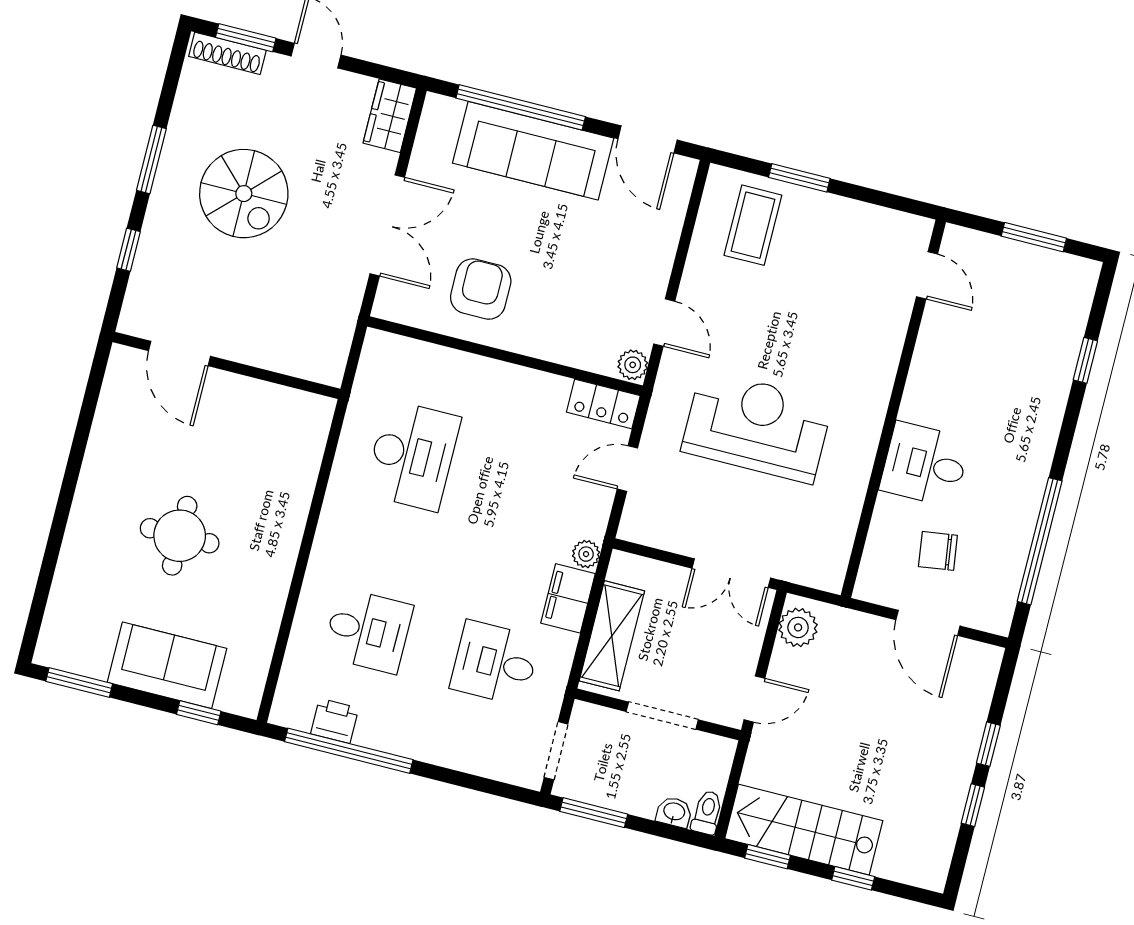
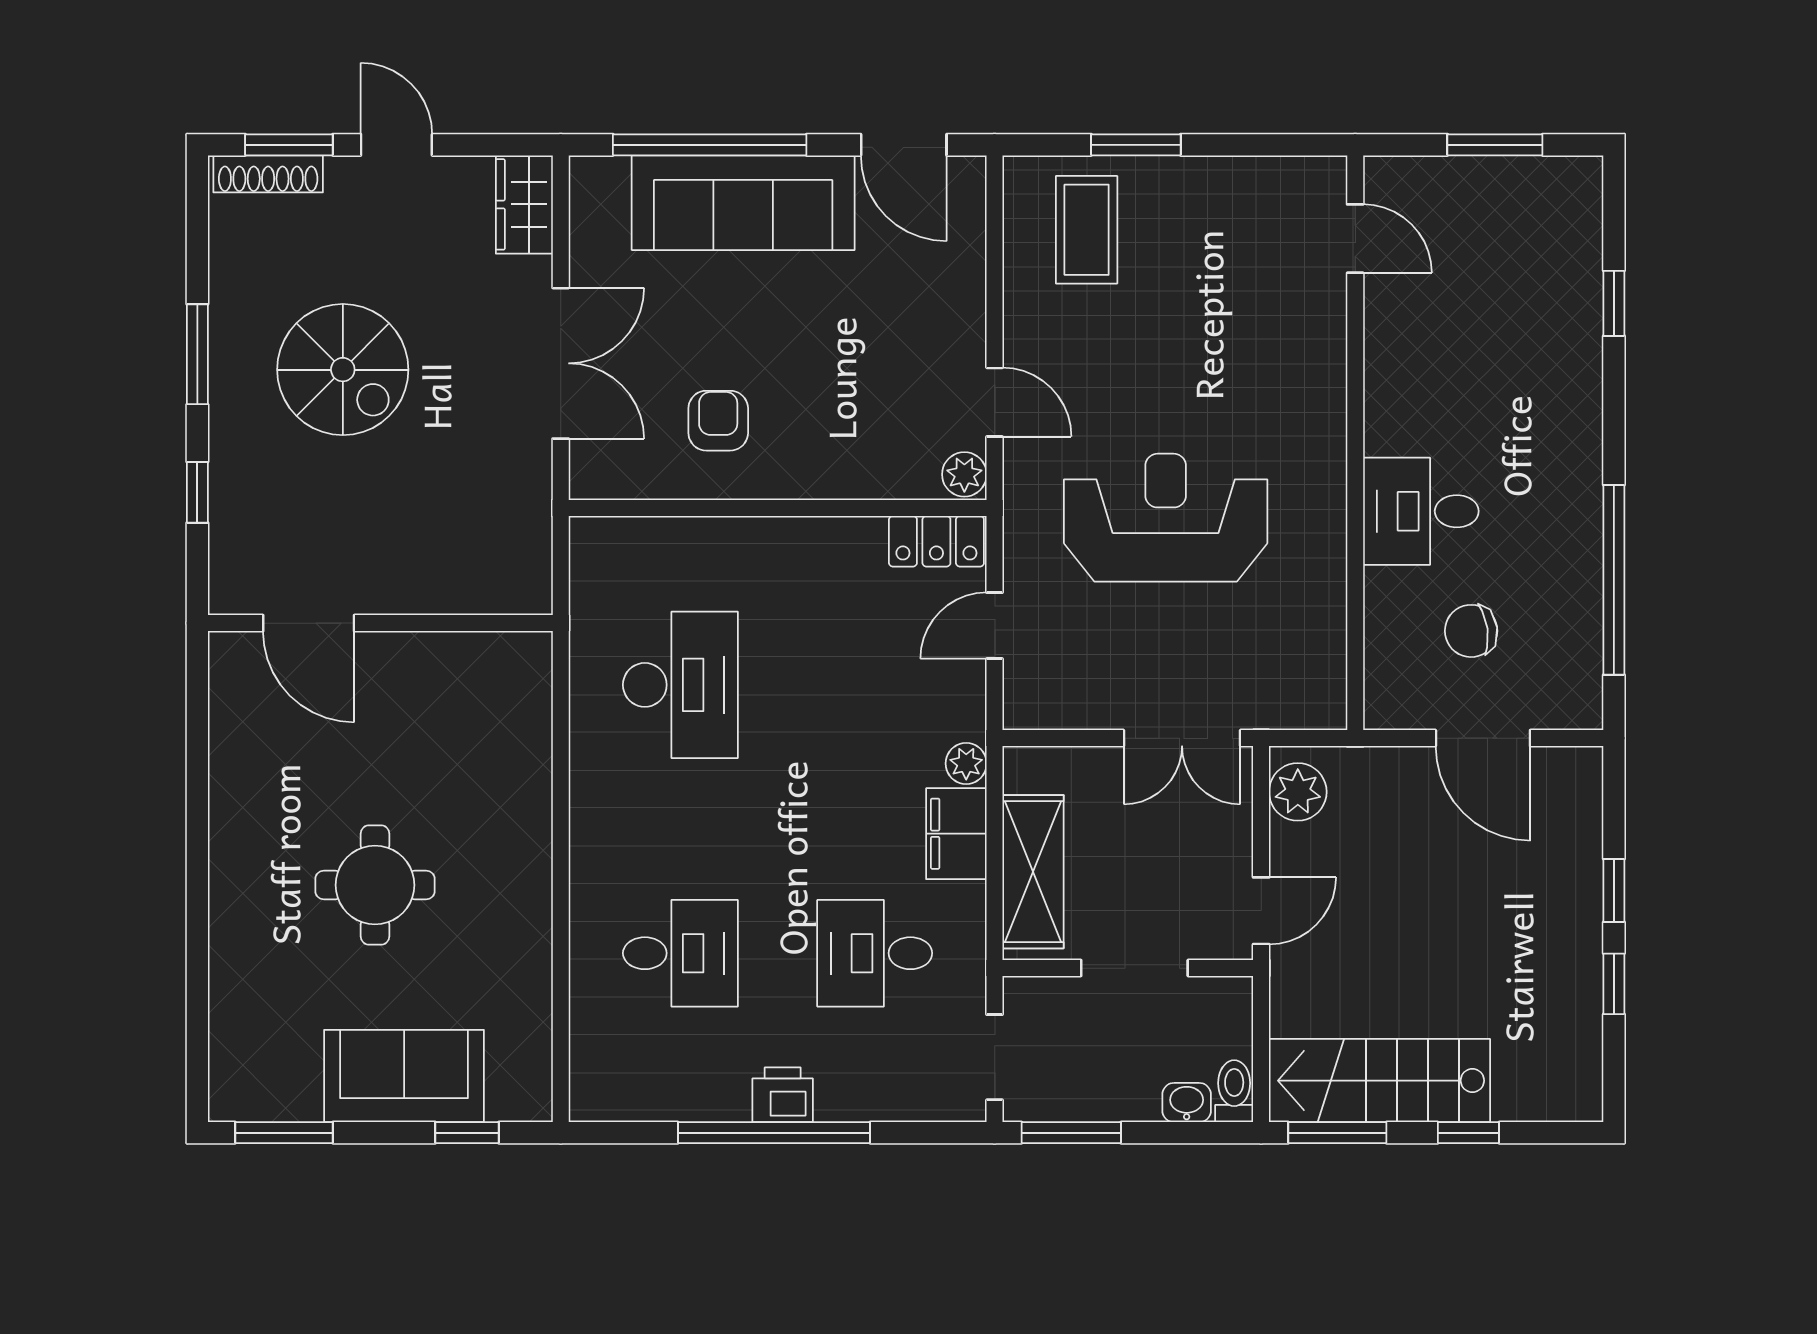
armchair: (481, 289) -> (718, 421), width x0.72, depth x0.72
printer: (335, 721) -> (783, 1095), moved
window: (349, 751) -> (774, 1133), moved
window: (768, 857) -> (1337, 1133), width x1.50

